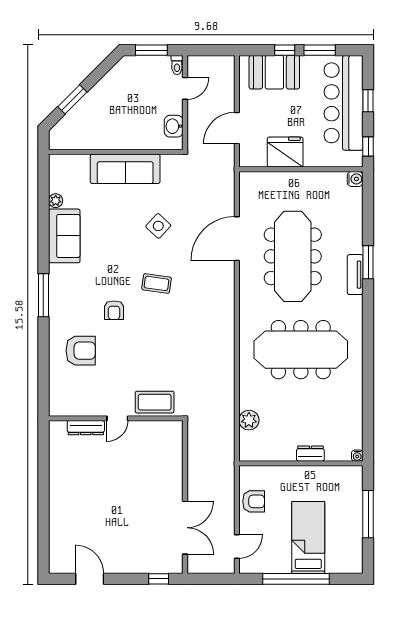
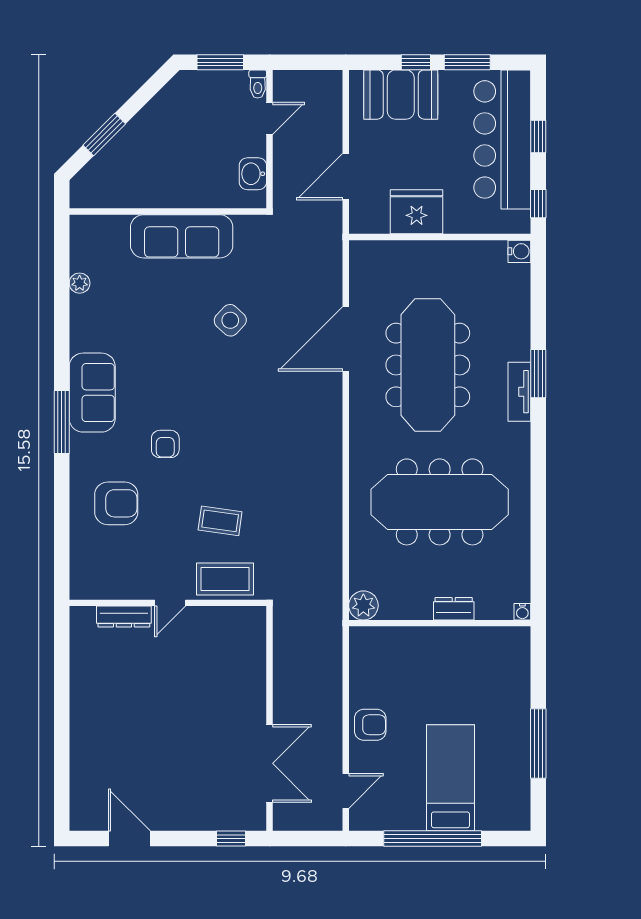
sofa: (64, 236) -> (92, 393), moved
coffee table: (156, 283) -> (220, 521), moved
dresser: (310, 454) -> (454, 609), moved
water cooler: (357, 456) -> (522, 612), moved
wall: (301, 463) -> (440, 623), moved

